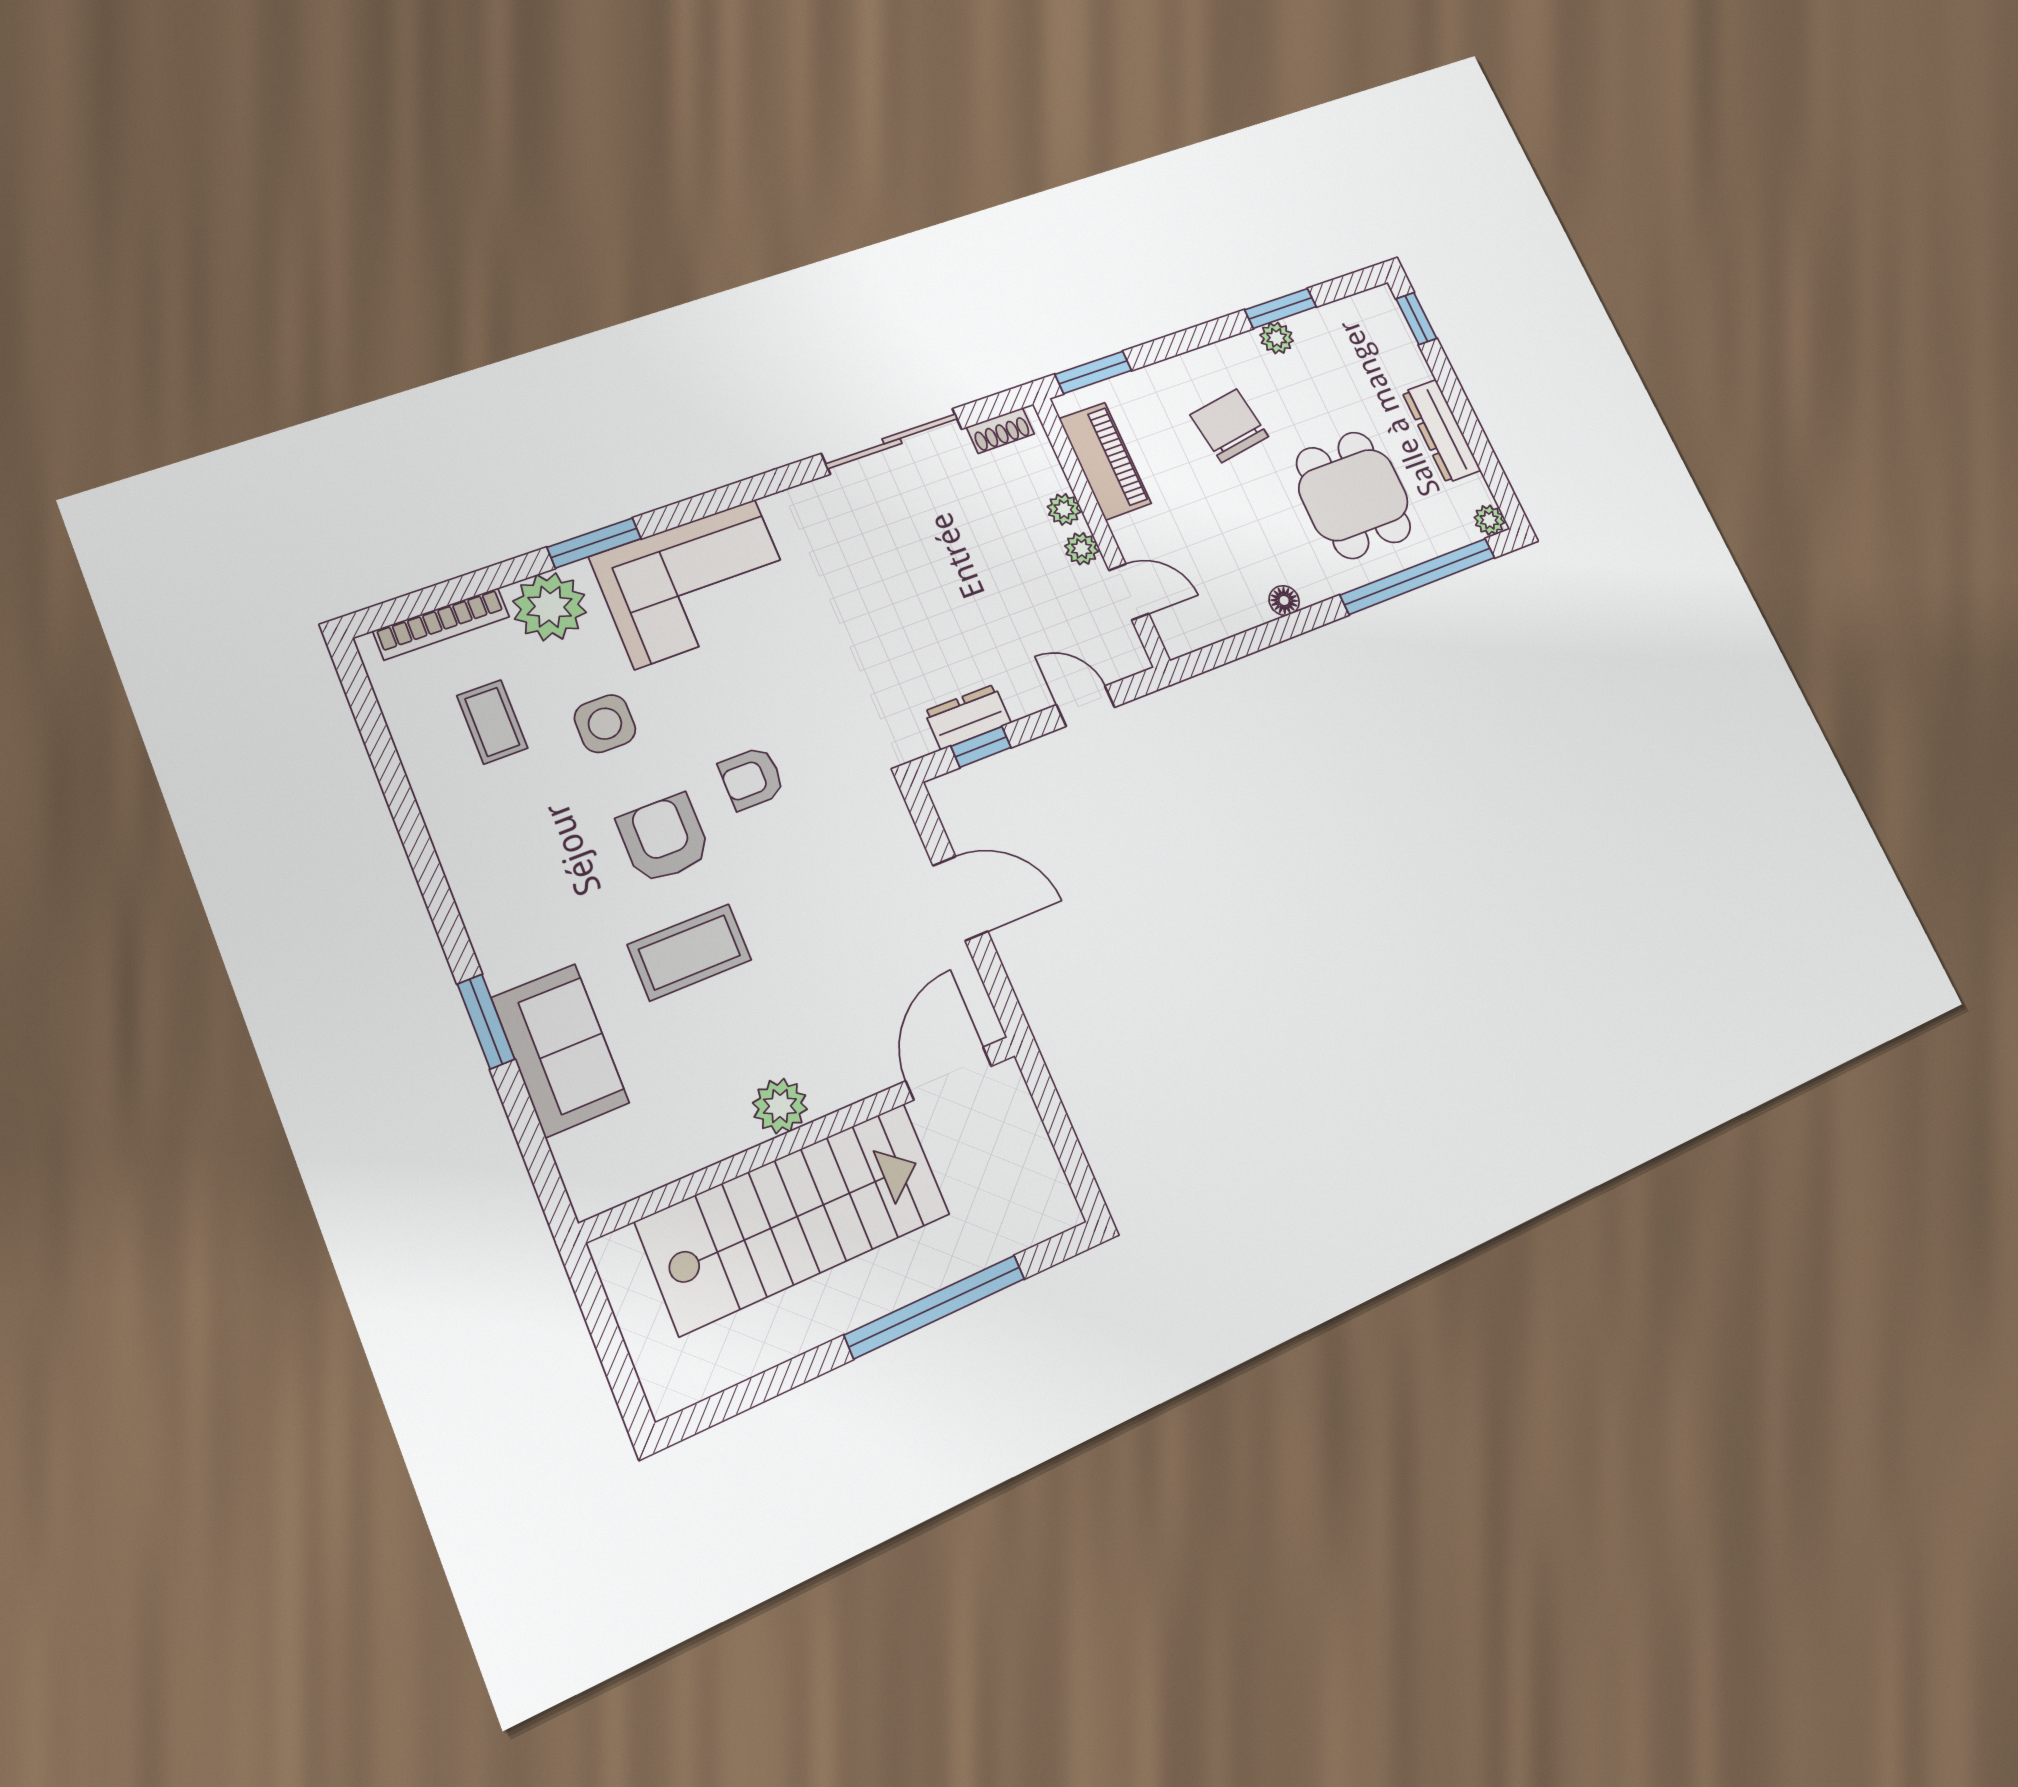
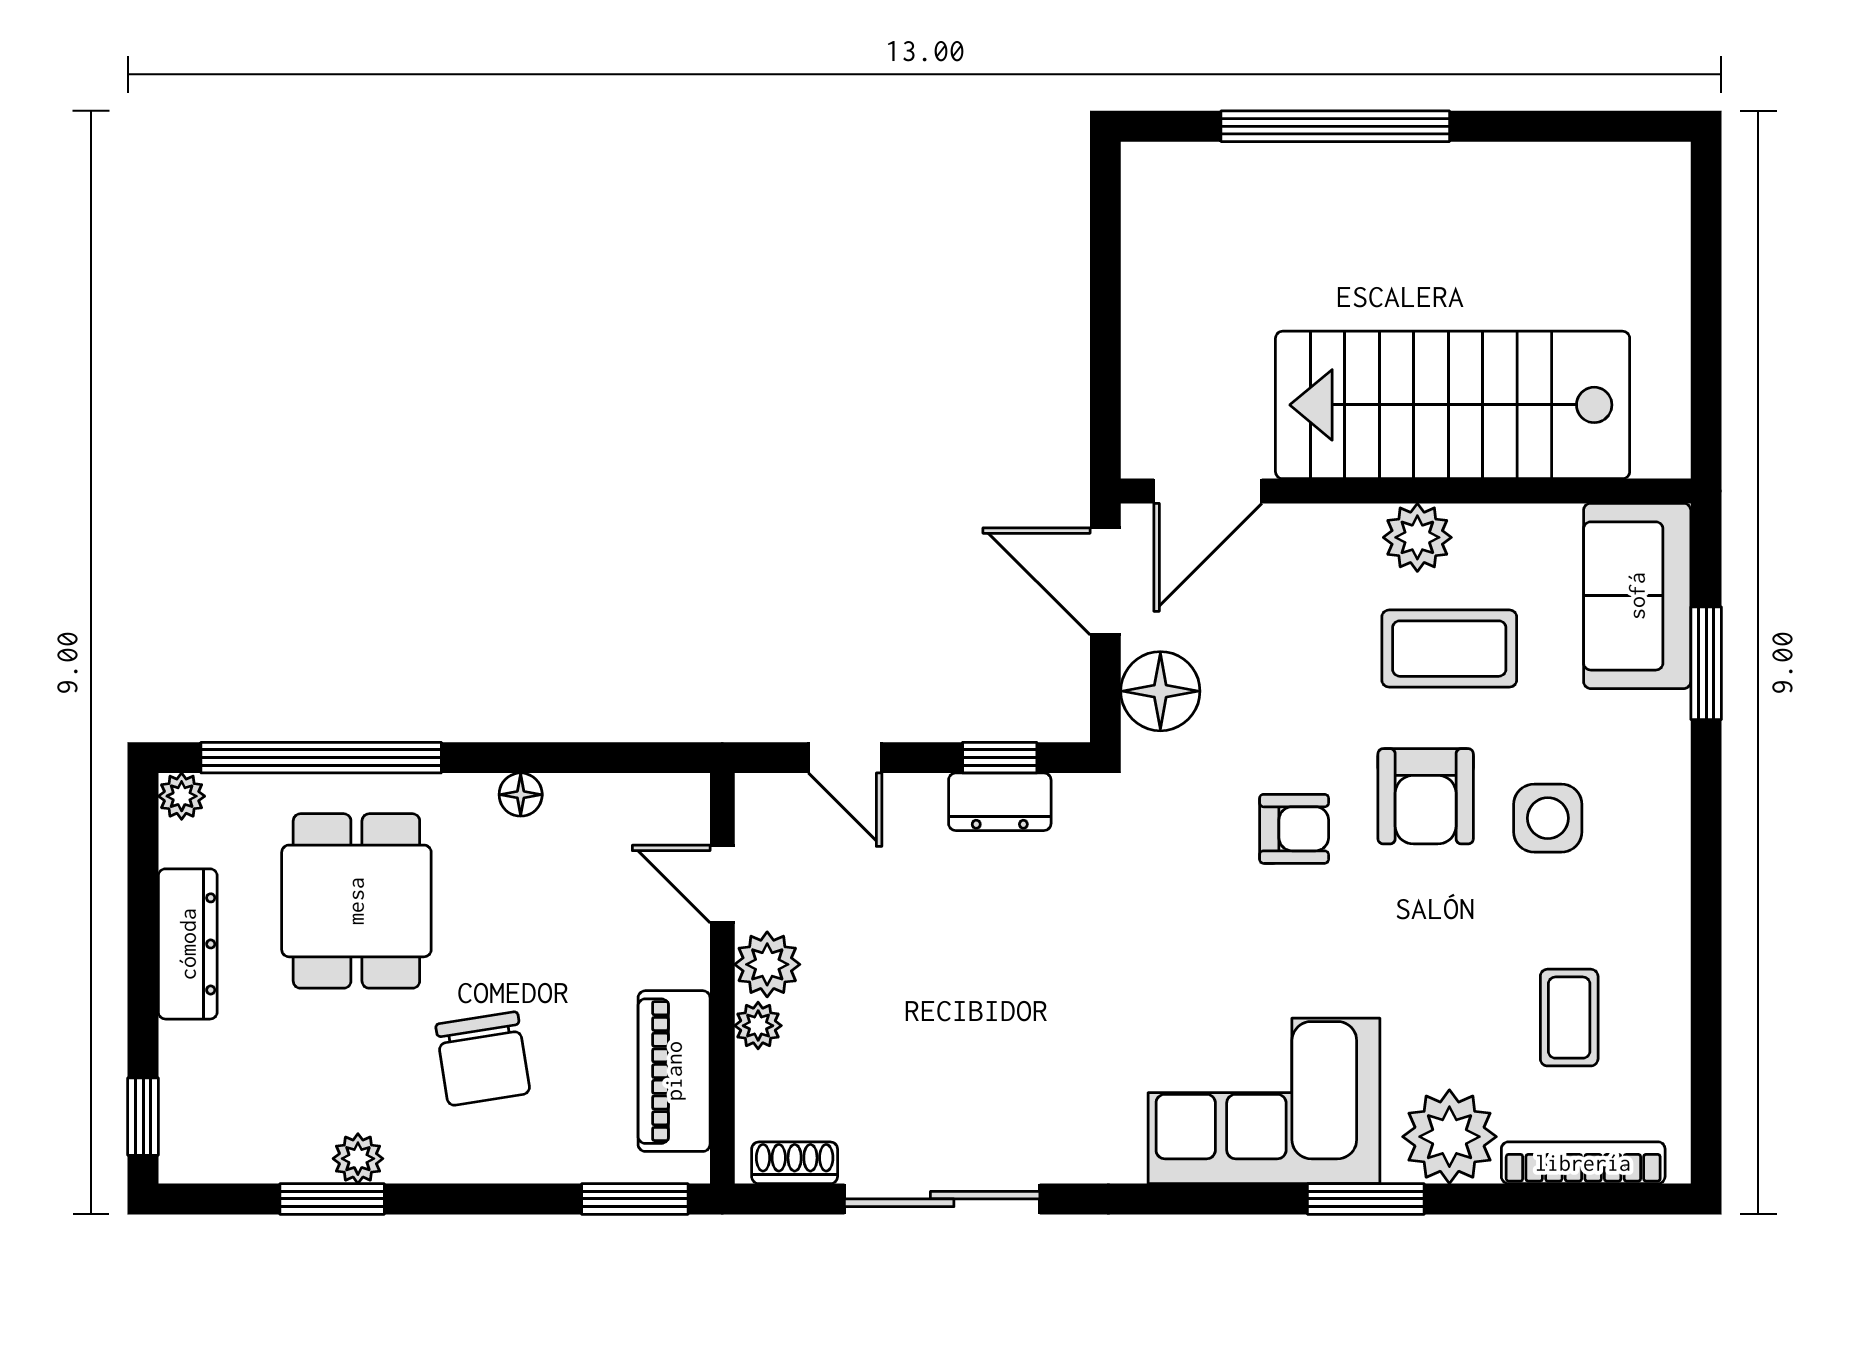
plant: (1082, 549) -> (767, 964), width x1.38, depth x1.38
side table: (605, 724) -> (1548, 818), moved
floor lamp: (888, 837) -> (1160, 691), added
door: (949, 1073) -> (1208, 491), moved
plant: (780, 1106) -> (1417, 537), moved
wall: (803, 1137) -> (1406, 491), moved
stairs: (794, 1218) -> (1453, 405), moved

